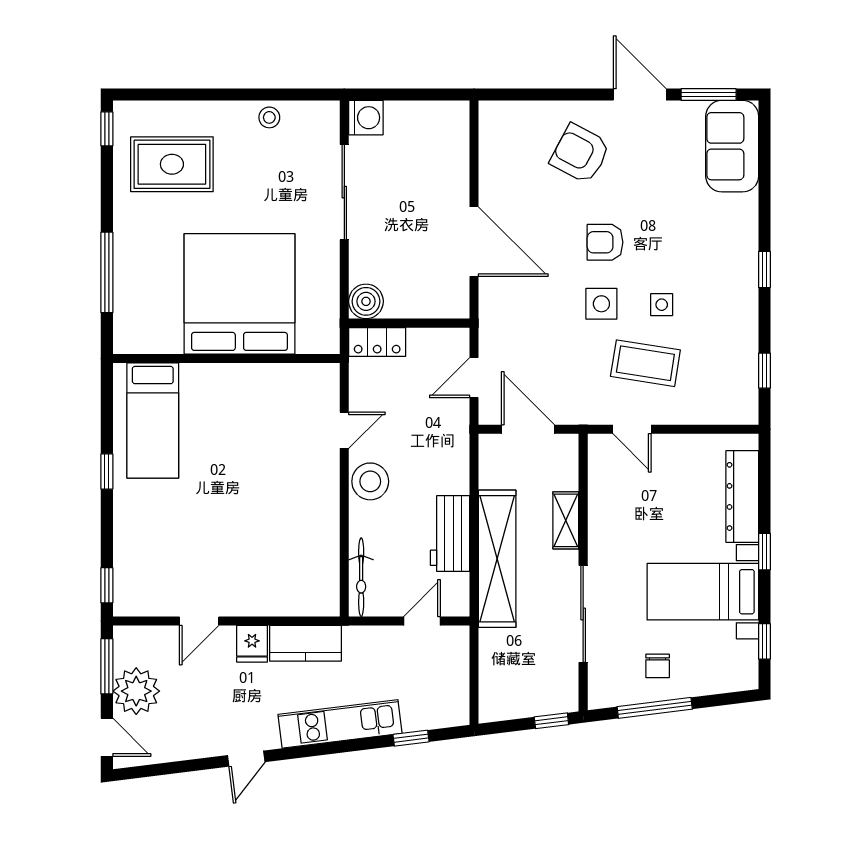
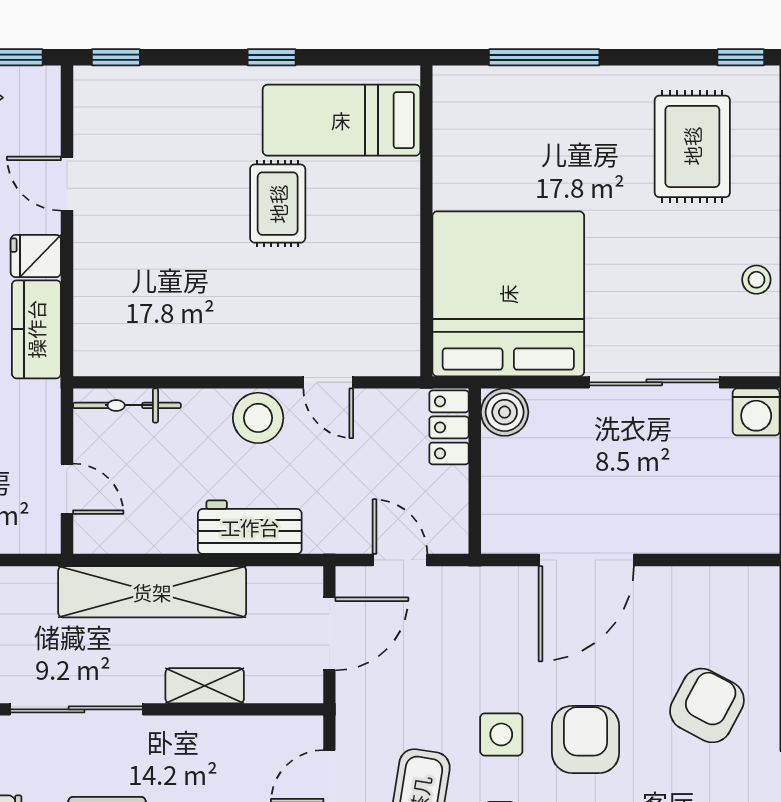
armchair: (605, 242) -> (585, 739), width x1.38, depth x1.38
bed: (239, 294) -> (508, 294), moved, turned -90
rug: (214, 467) -> (278, 204), added
workbench: (450, 534) -> (250, 527), moved

